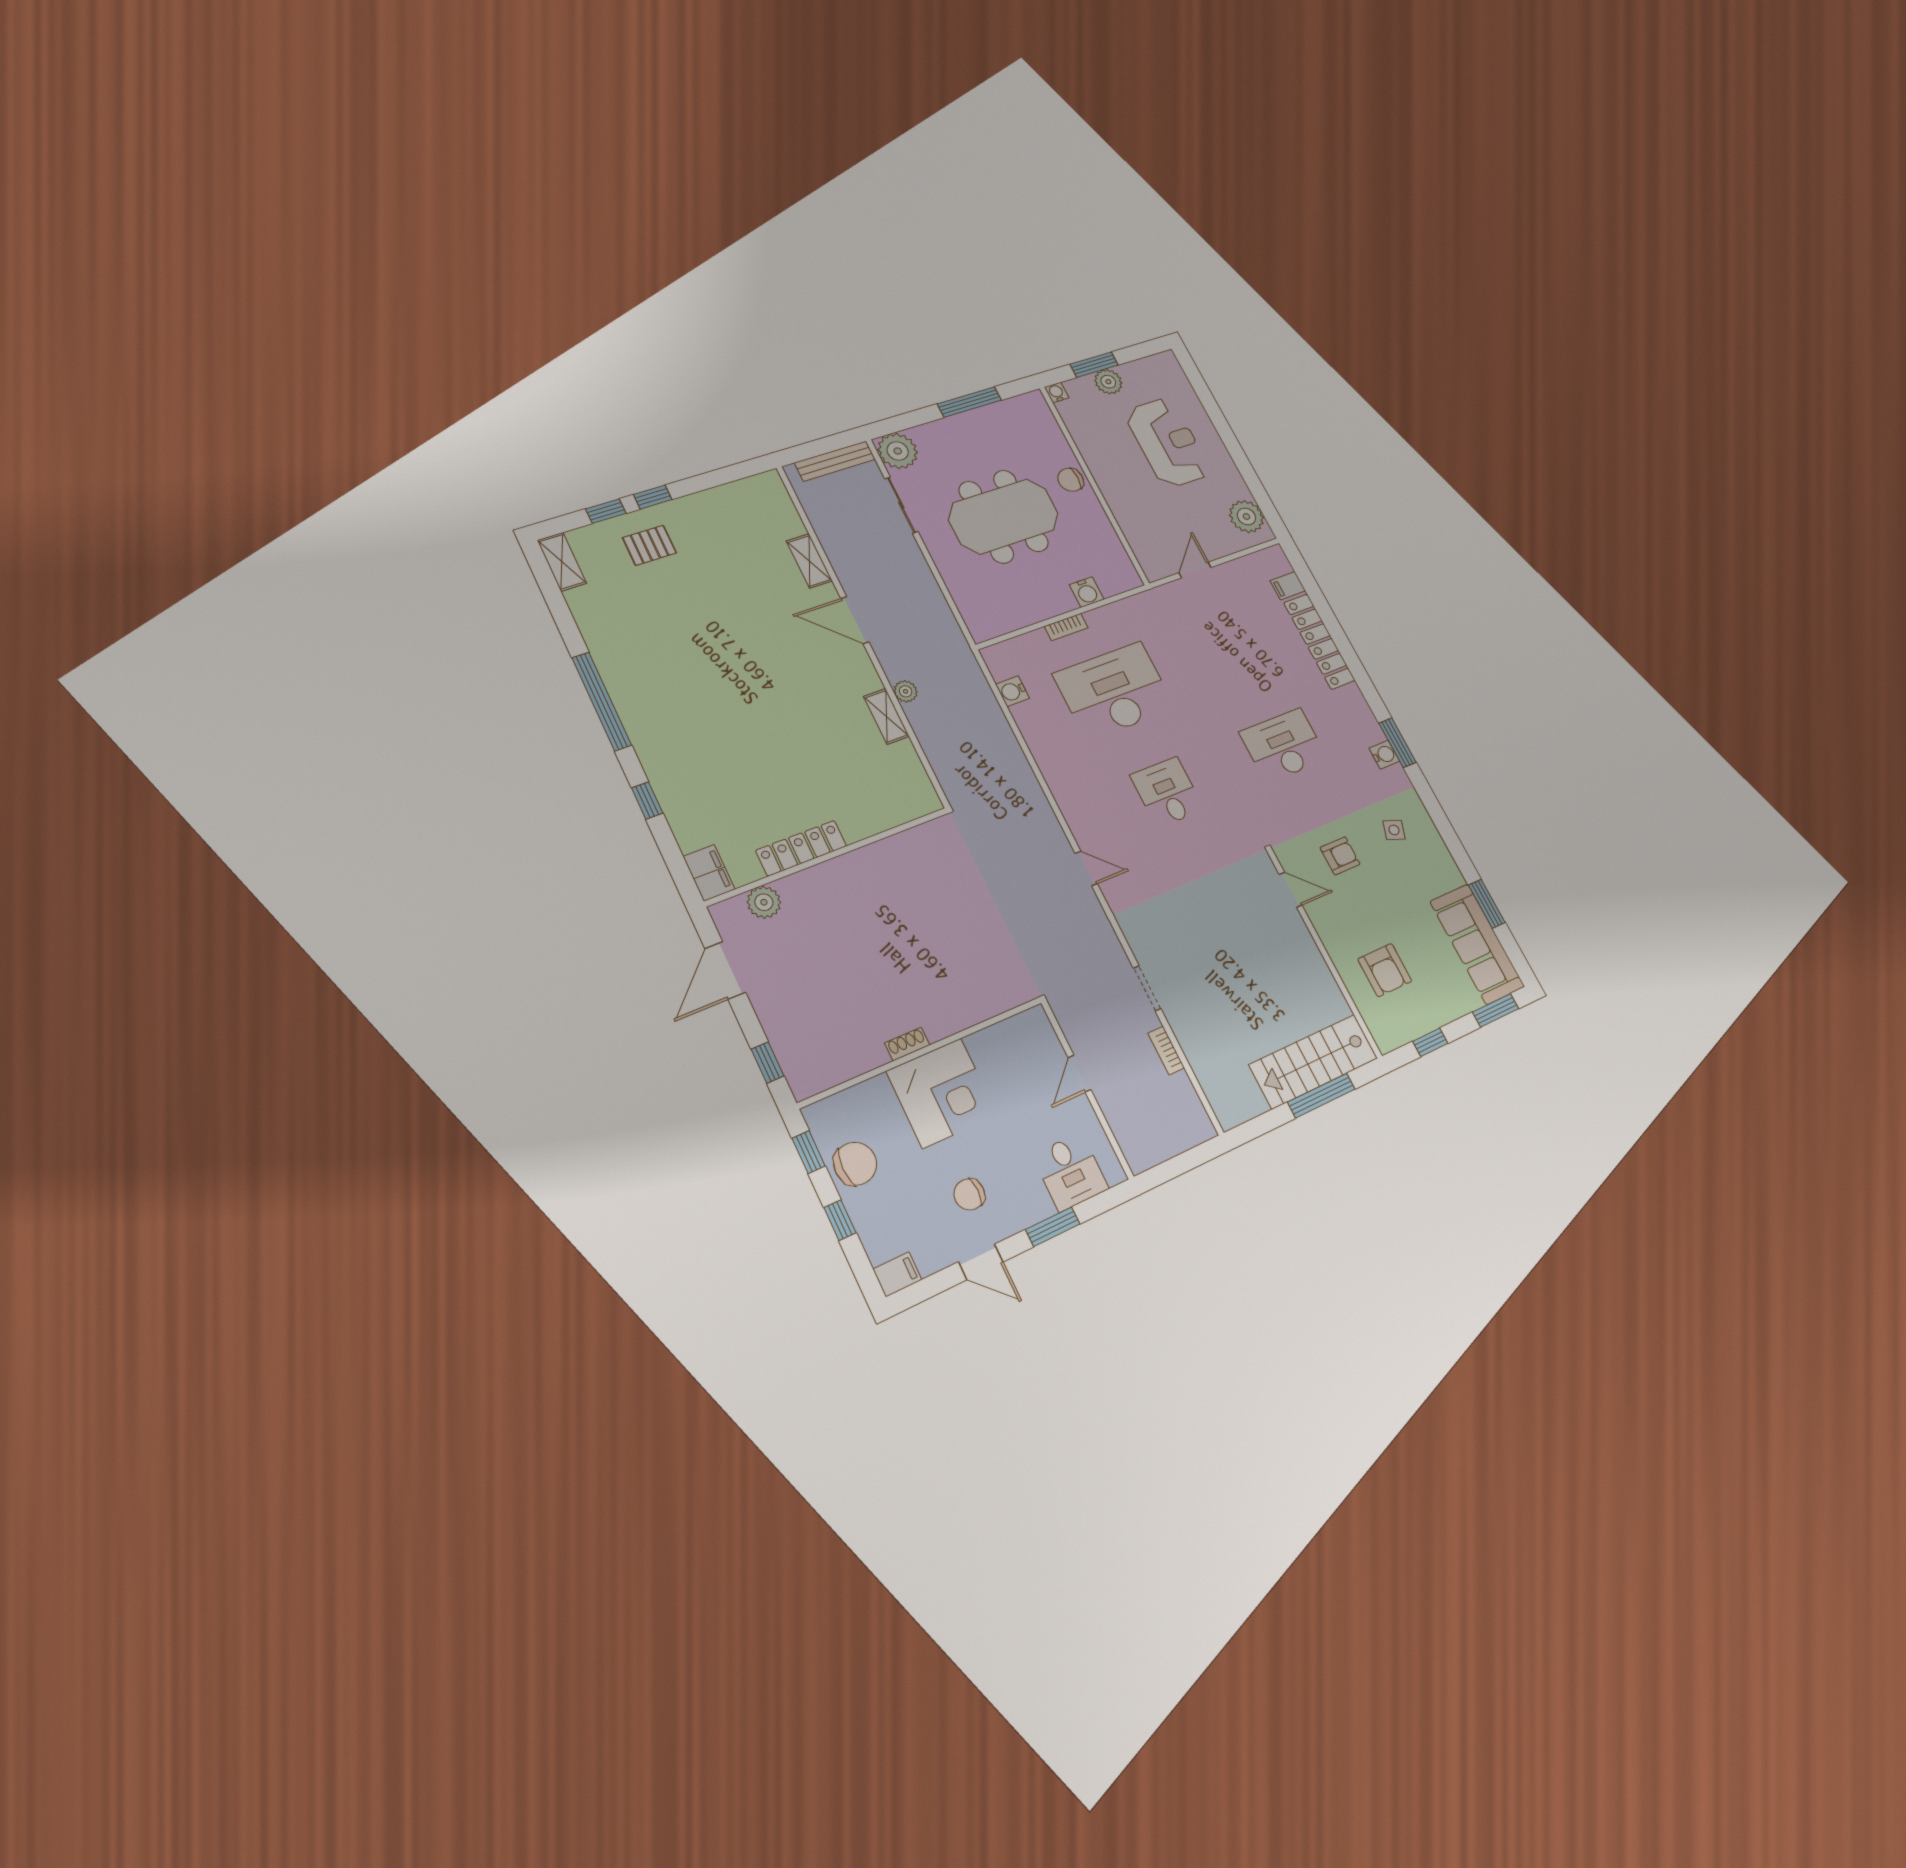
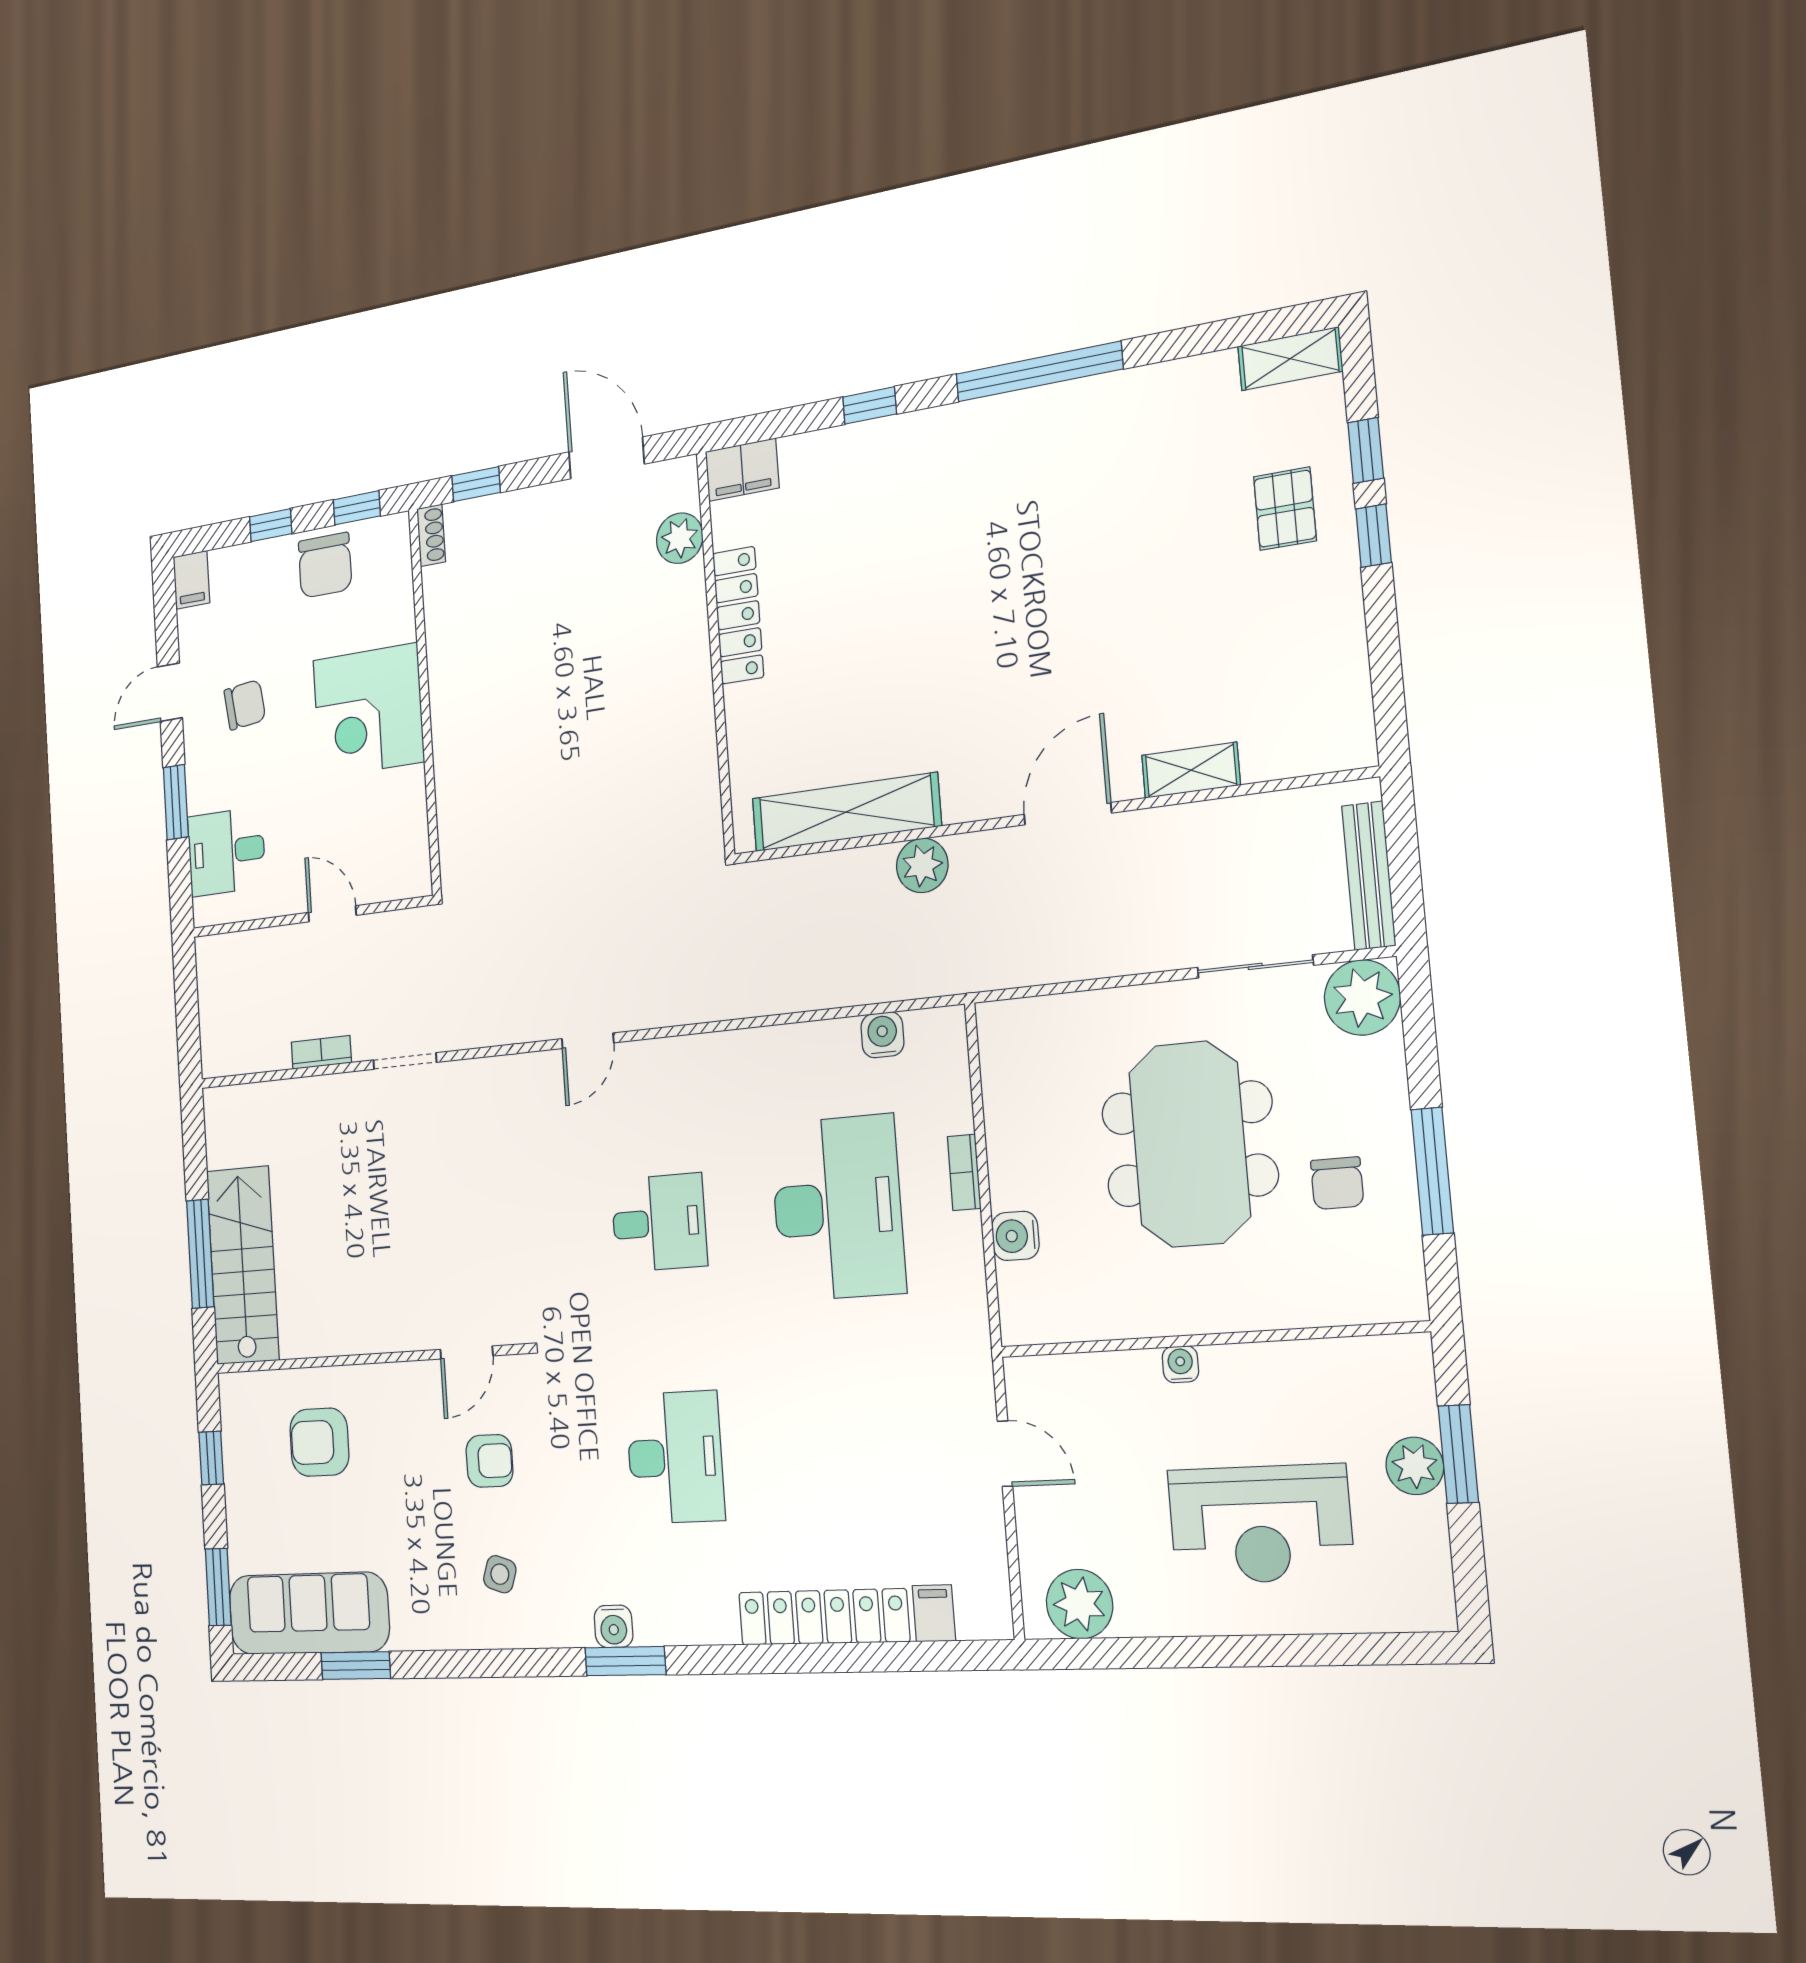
water cooler: (1057, 393) -> (1180, 1364), moved, turned -90
chair: (1071, 480) -> (1337, 1183), moved, turned 180
plant: (906, 691) -> (922, 865), width x1.38, depth x1.38
shelving: (886, 716) -> (846, 812), width x2.20, depth x1.33
armchair: (1340, 856) -> (489, 1461), turned -90
shoe rack: (907, 1044) -> (431, 535), moved
chair: (969, 1194) -> (245, 705), turned 83

